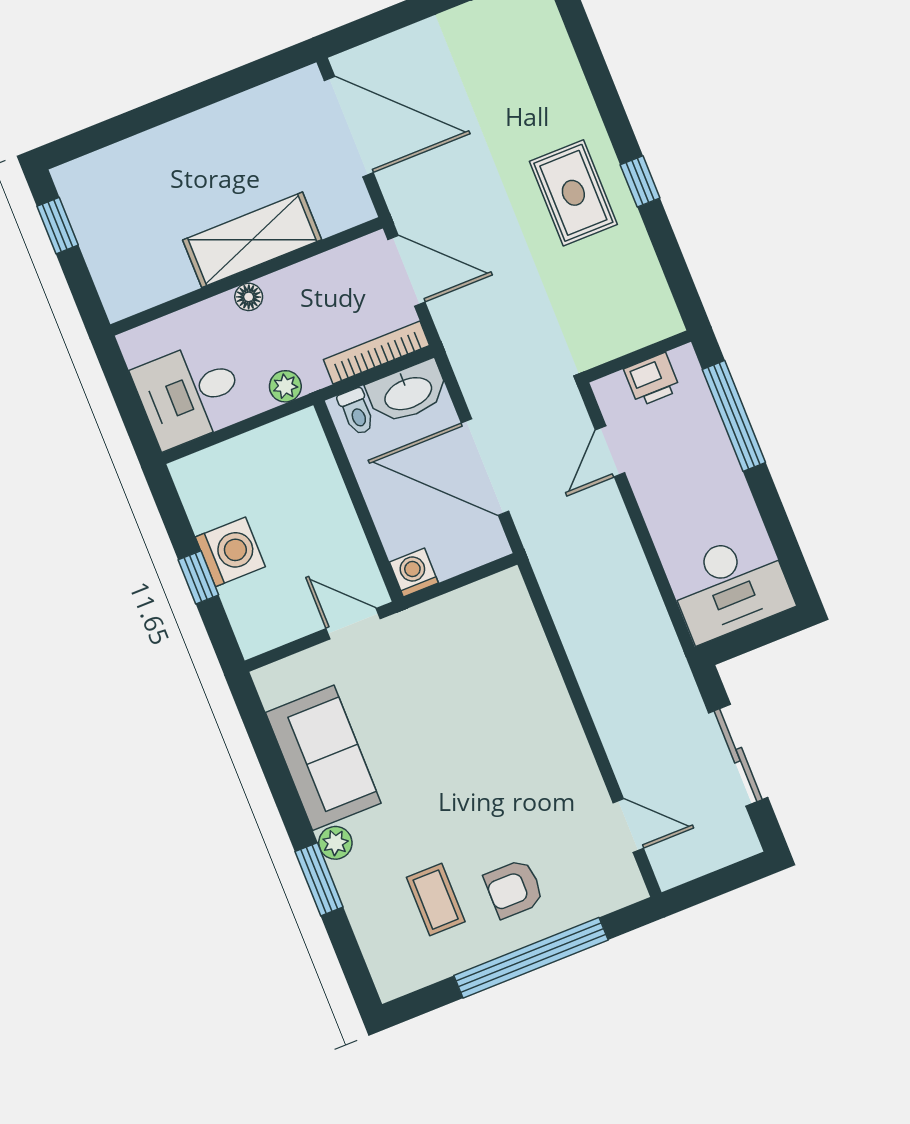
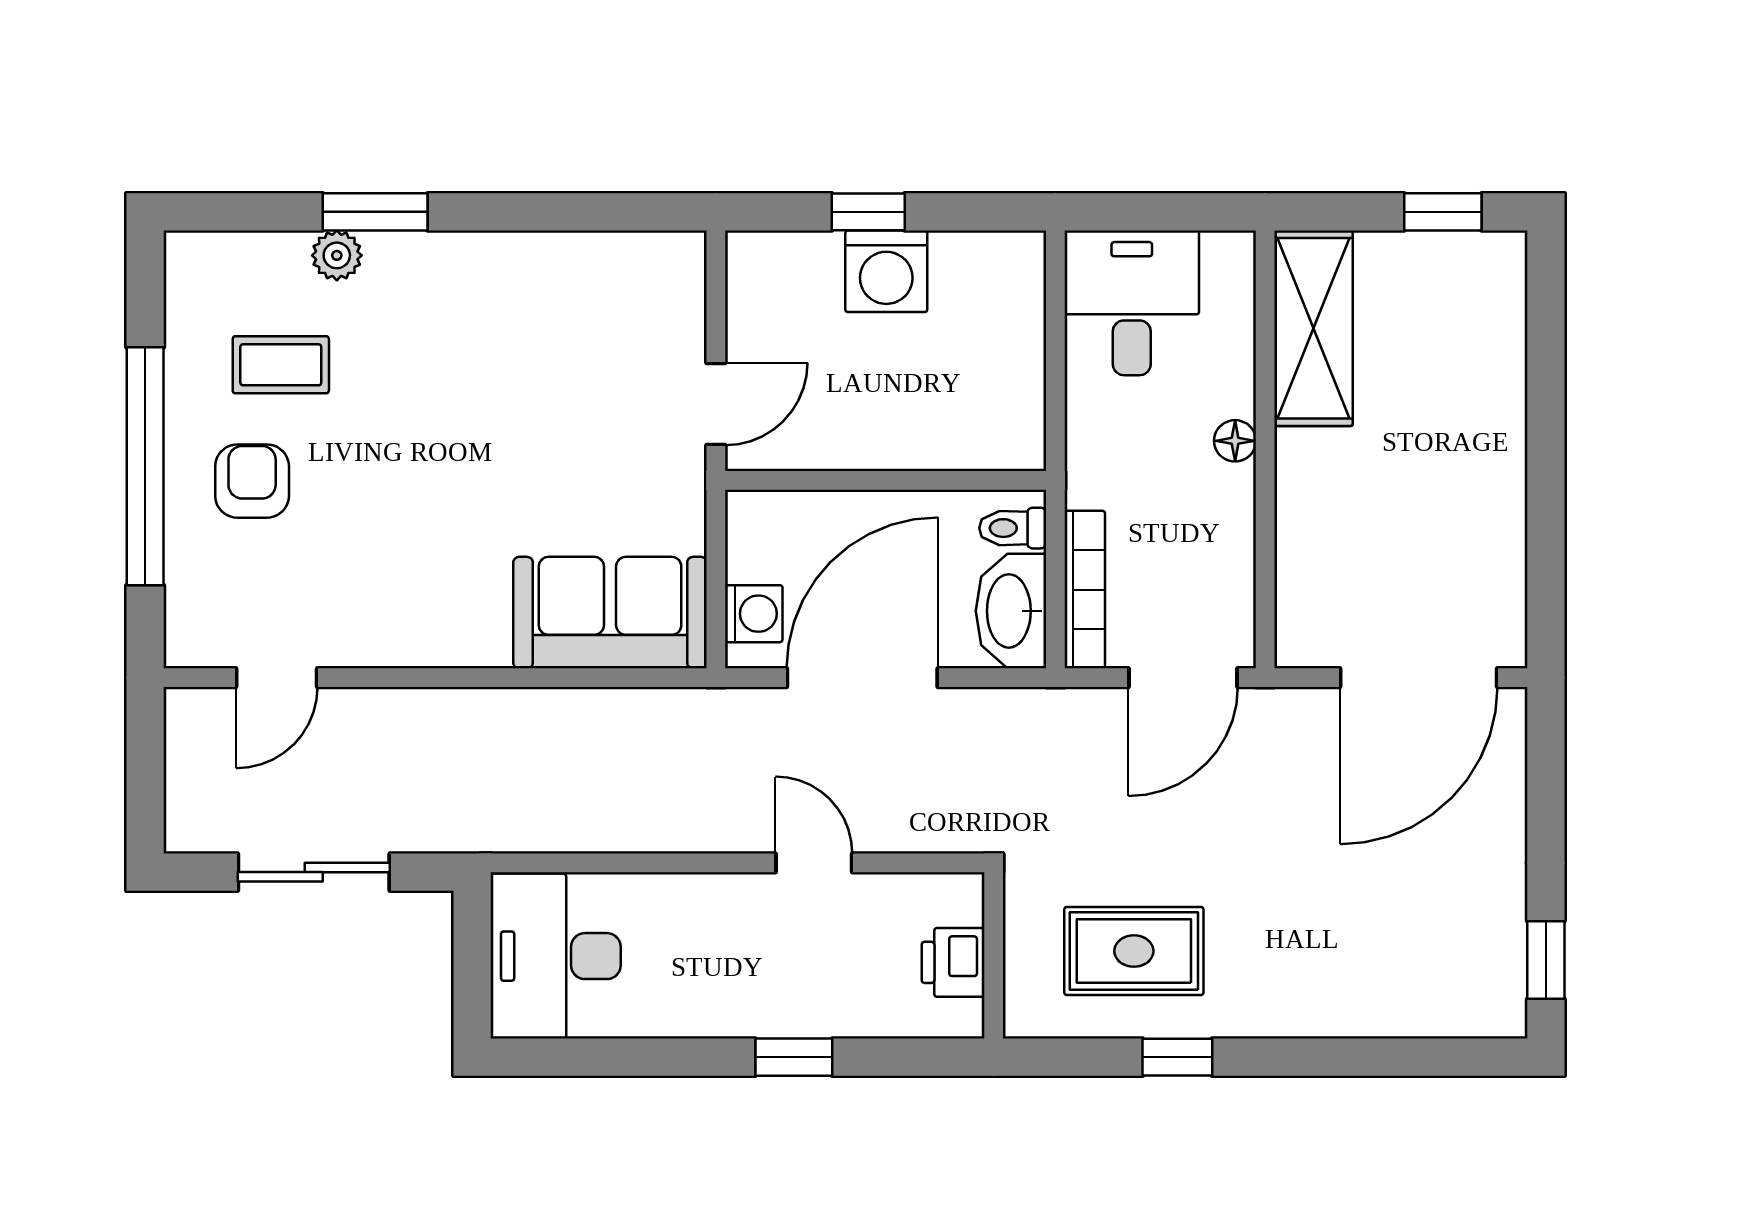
rug: (573, 193) -> (1134, 951), moved
shelving: (252, 240) -> (1314, 328), moved
wall: (638, 356) -> (994, 955), moved
printer: (652, 380) -> (953, 962), moved
plant: (285, 386) -> (1089, 442), removed
window: (734, 416) -> (794, 1057), width x0.46
washing machine: (414, 572) -> (754, 614), moved
sofa: (323, 758) -> (610, 613), moved, turned 180
plant: (335, 843) -> (337, 255), moved

